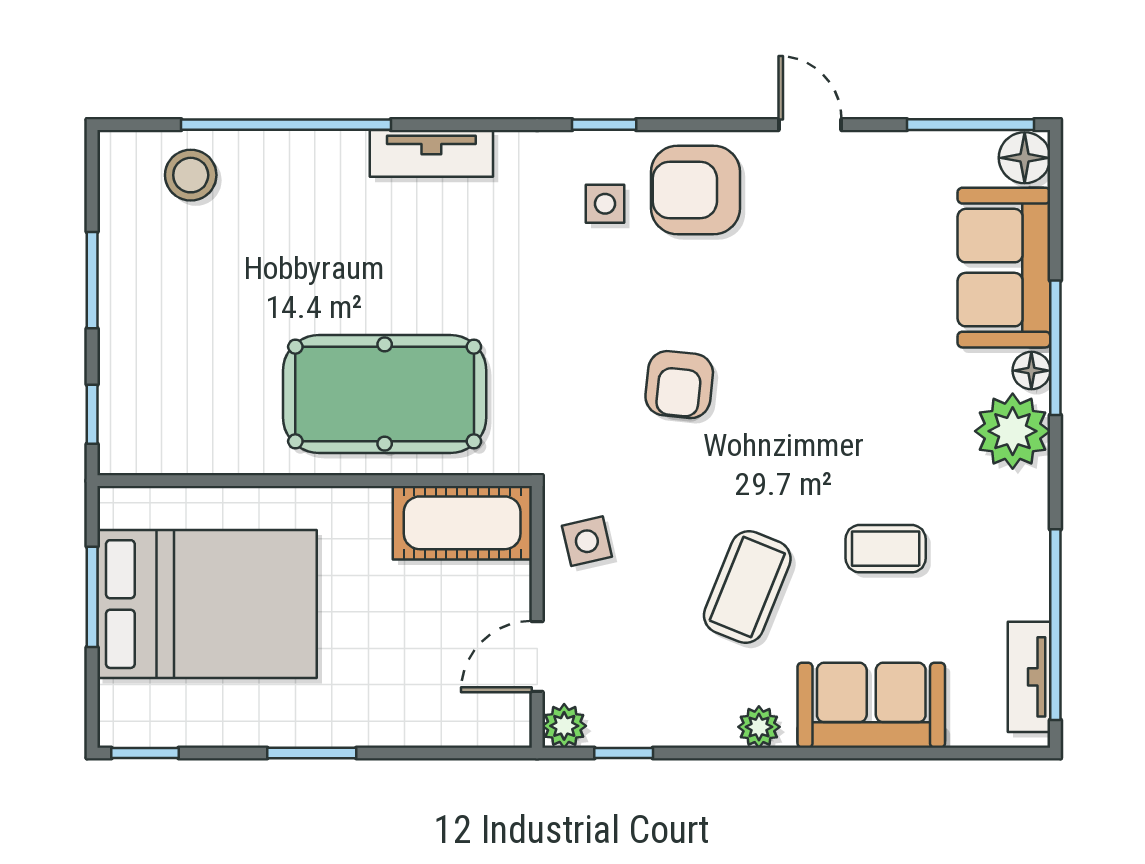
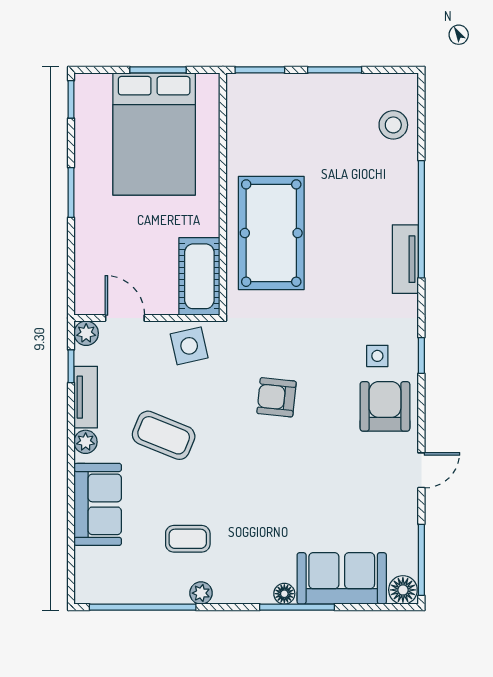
window: (286, 125) -> (421, 219), moved
window: (92, 414) -> (260, 70), width x1.50
plant: (1013, 431) -> (201, 593), moved, width x0.53, depth x0.53
side table: (587, 541) -> (189, 346), width x1.37, depth x1.37
coffee table: (886, 549) -> (188, 539), moved, turned 90
tv unit: (1029, 677) -> (86, 397), moved, turned 90

